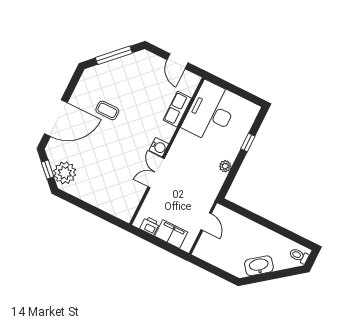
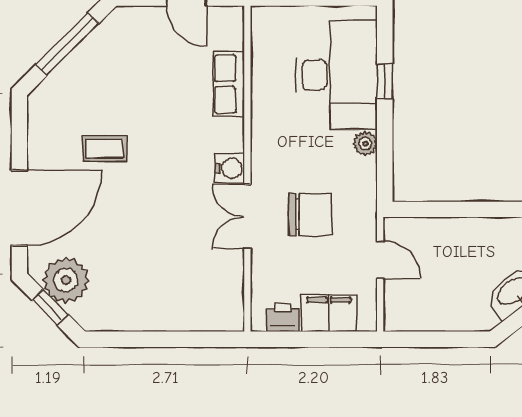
desk: (211, 112) -> (337, 75), moved, turned 180
plant: (65, 173) -> (66, 280), moved
chair: (185, 186) -> (310, 215), added

